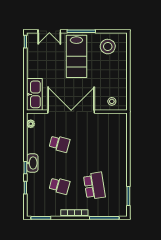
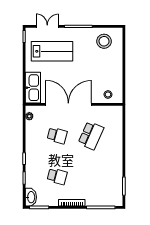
double door: (49, 31) -> (47, 26), swing flipped
lab bench: (76, 56) -> (52, 51), moved, turned -90
washbasin: (32, 163) -> (31, 197), moved
school desk: (94, 186) -> (91, 135), moved, turned 33

